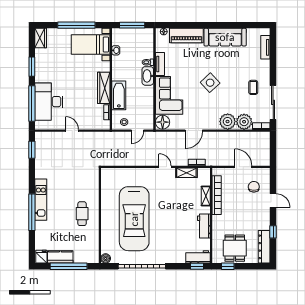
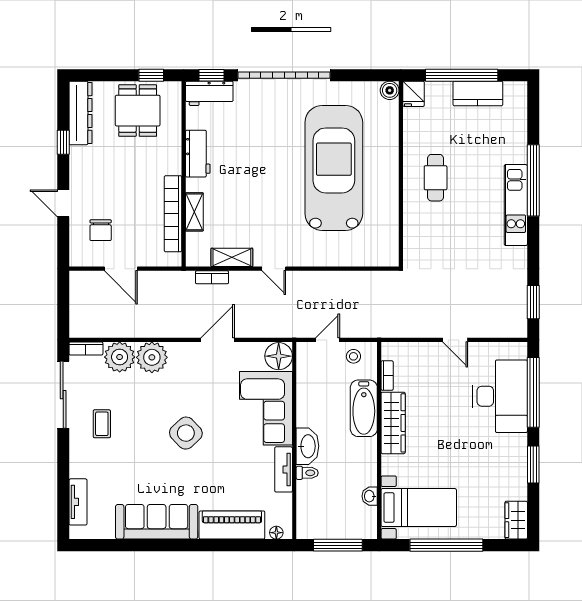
fridge: (41, 257) -> (414, 94), moved
garage door: (142, 266) -> (284, 75), moved

